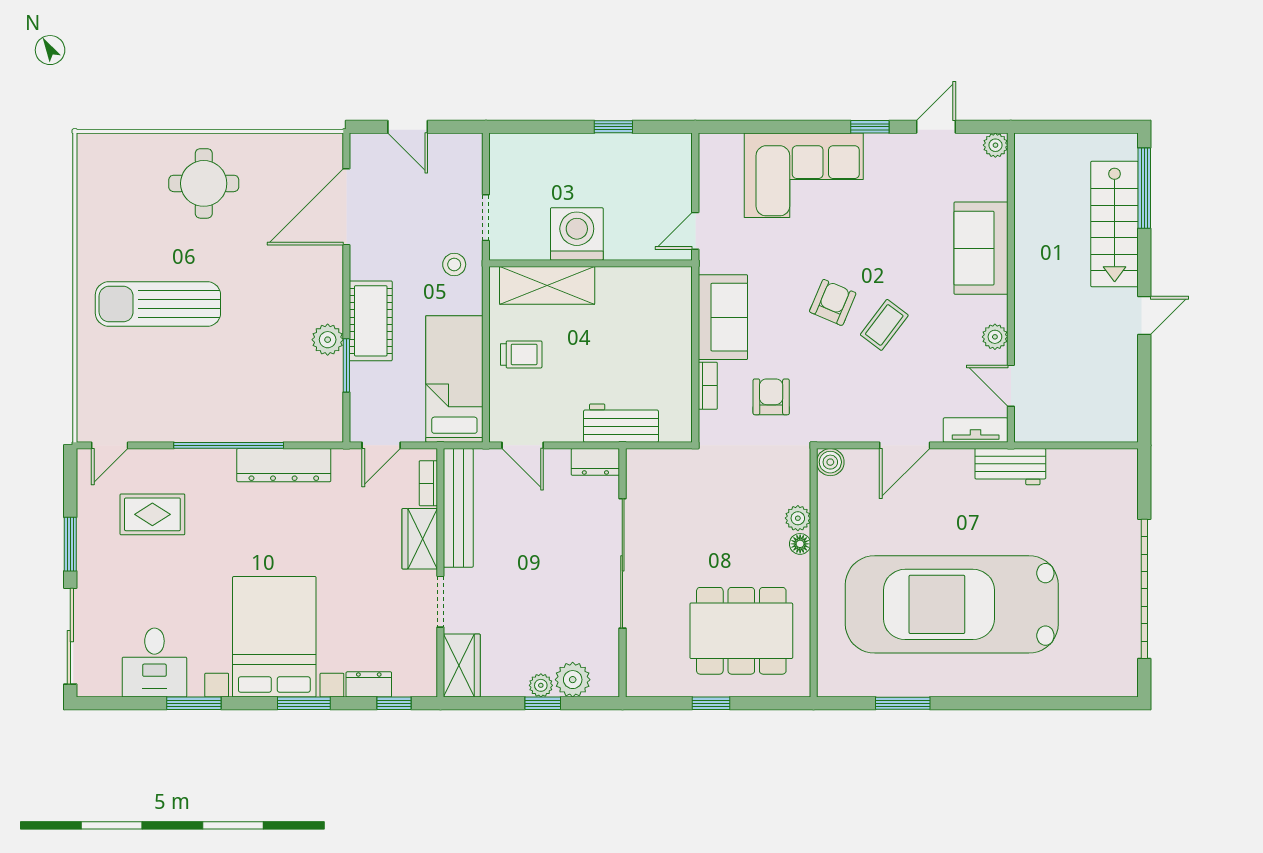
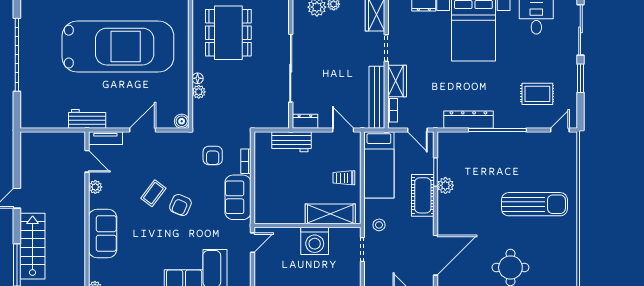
door: (381, 445) -> (417, 130), swing flipped
dining table: (741, 631) -> (228, 33), turned 90

